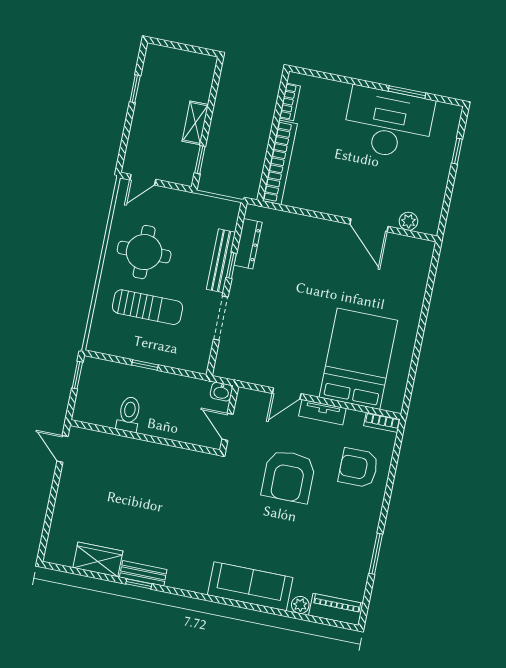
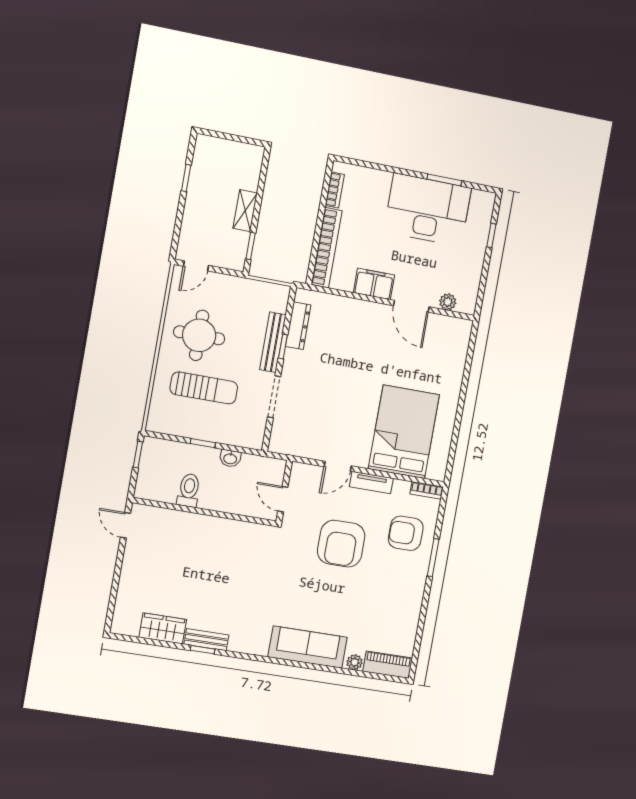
filing cabinet: (329, 201) -> (374, 284), added
washbasin: (221, 392) -> (230, 458), moved
window: (376, 554) -> (433, 558), moved

